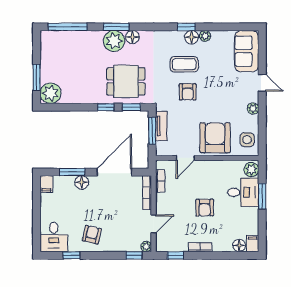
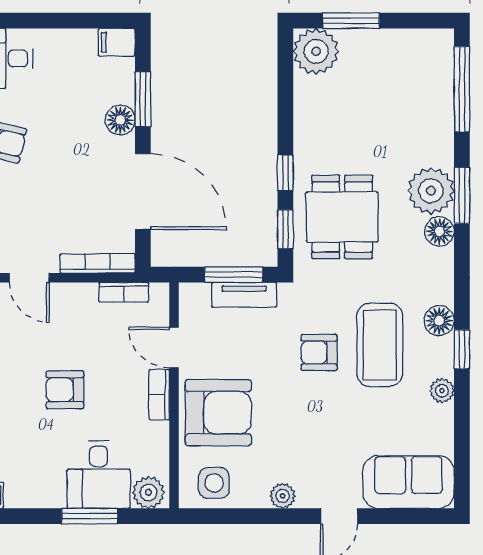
floor lamp: (192, 37) -> (439, 321), moved
coffee table: (184, 64) -> (380, 345), width x1.36, depth x1.32
bookcase: (207, 165) -> (159, 395), added

